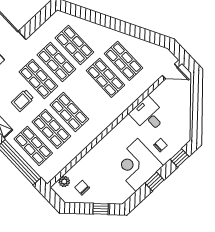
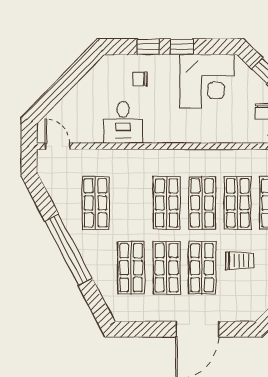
window: (115, 24) -> (68, 250), added
shop shelf: (105, 78) -> (167, 203), moved
window: (180, 158) -> (148, 47), moved
corner desk: (137, 165) -> (207, 81), moved

